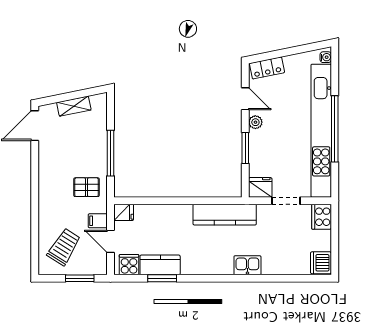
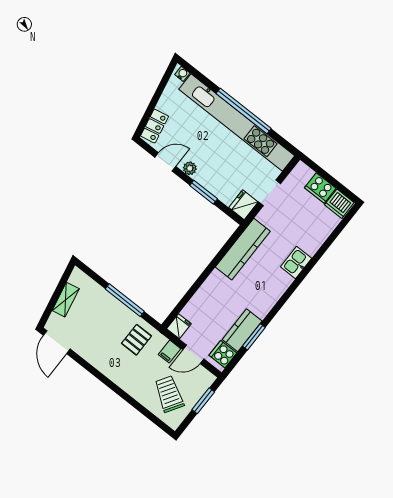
cooker: (322, 217) -> (320, 188), moved

